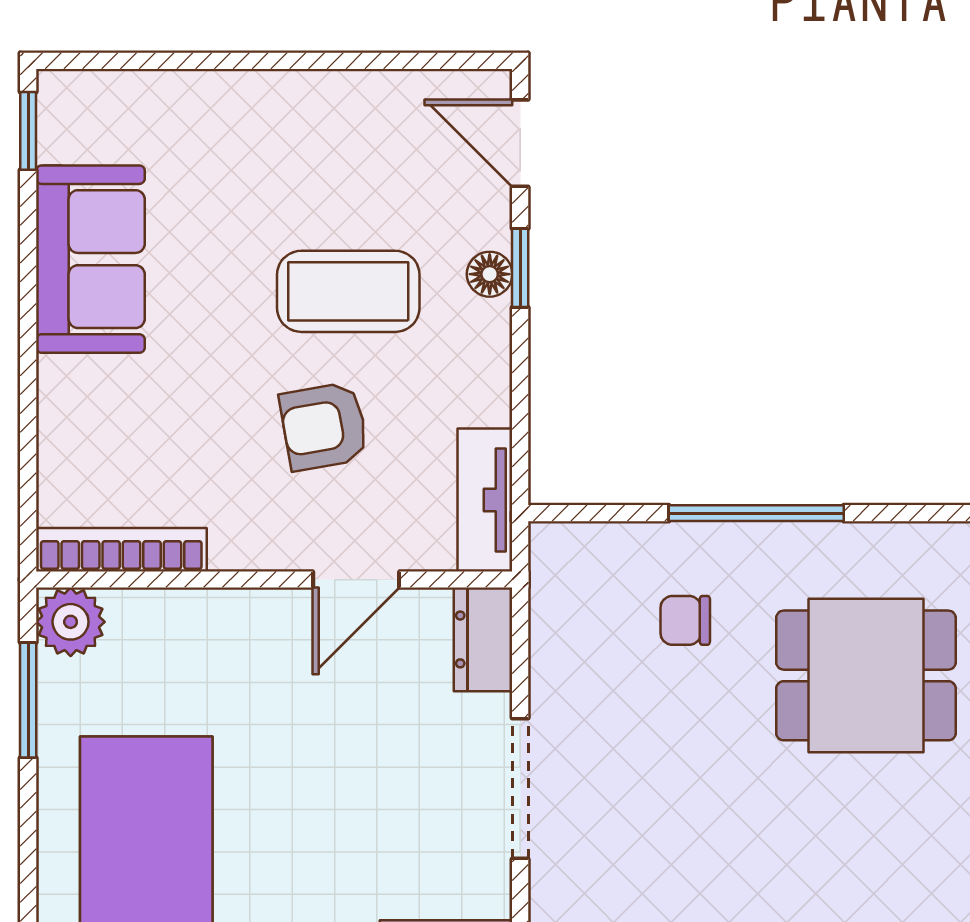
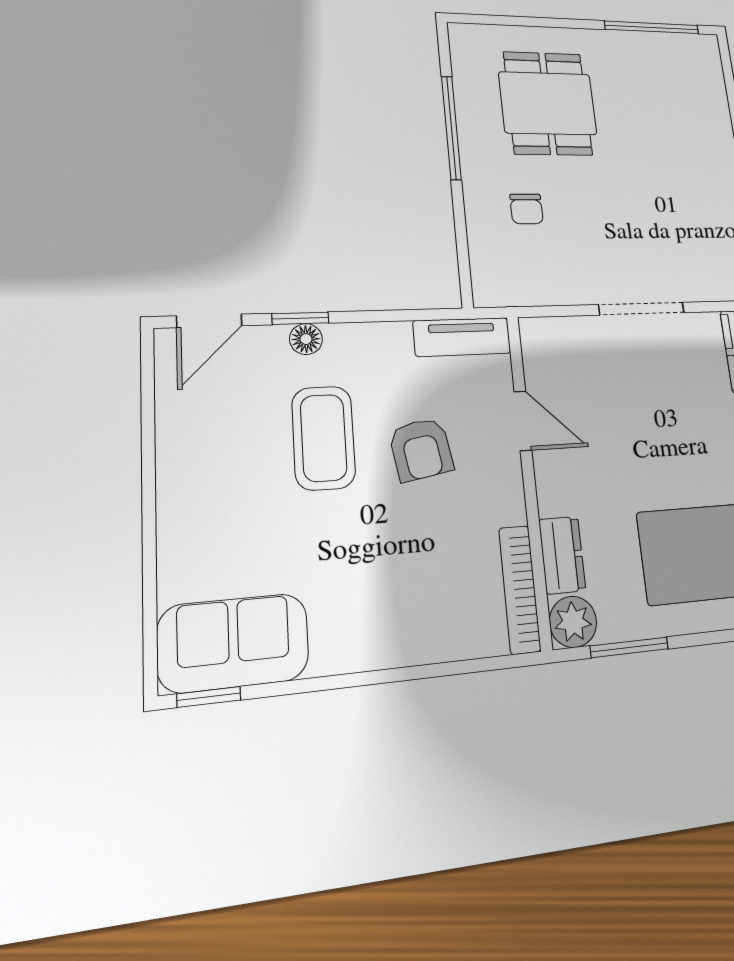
sofa: (90, 259) -> (233, 643), moved
window: (756, 513) -> (451, 128), moved
dresser: (483, 639) -> (562, 555), moved, turned -90

